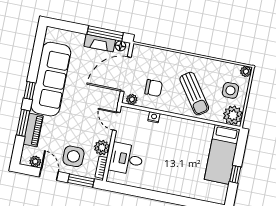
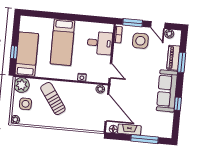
window: (105, 33) -> (144, 139), moved
door: (126, 74) -> (107, 108), hinge flipped
sofa: (51, 79) -> (167, 91), width x0.74, depth x0.79
chair: (154, 88) -> (85, 100), removed
window: (30, 91) -> (178, 104), moved
plant: (102, 148) -> (119, 50), removed
bed: (174, 165) -> (62, 42), added
window: (235, 174) -> (14, 52), moved

